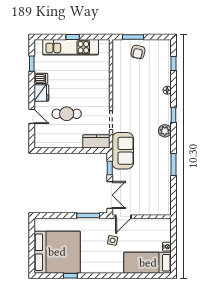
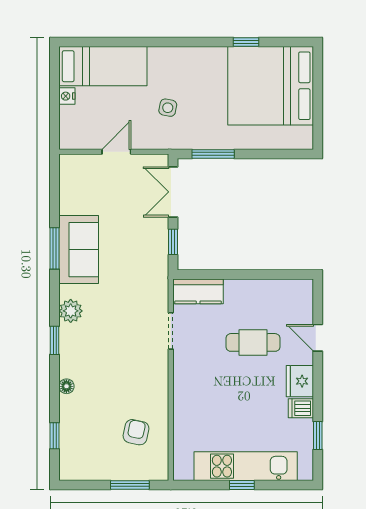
armchair: (138, 52) -> (136, 432), moved
sofa: (123, 151) -> (79, 250), moved, turned 180
door: (123, 217) -> (116, 152), moved

